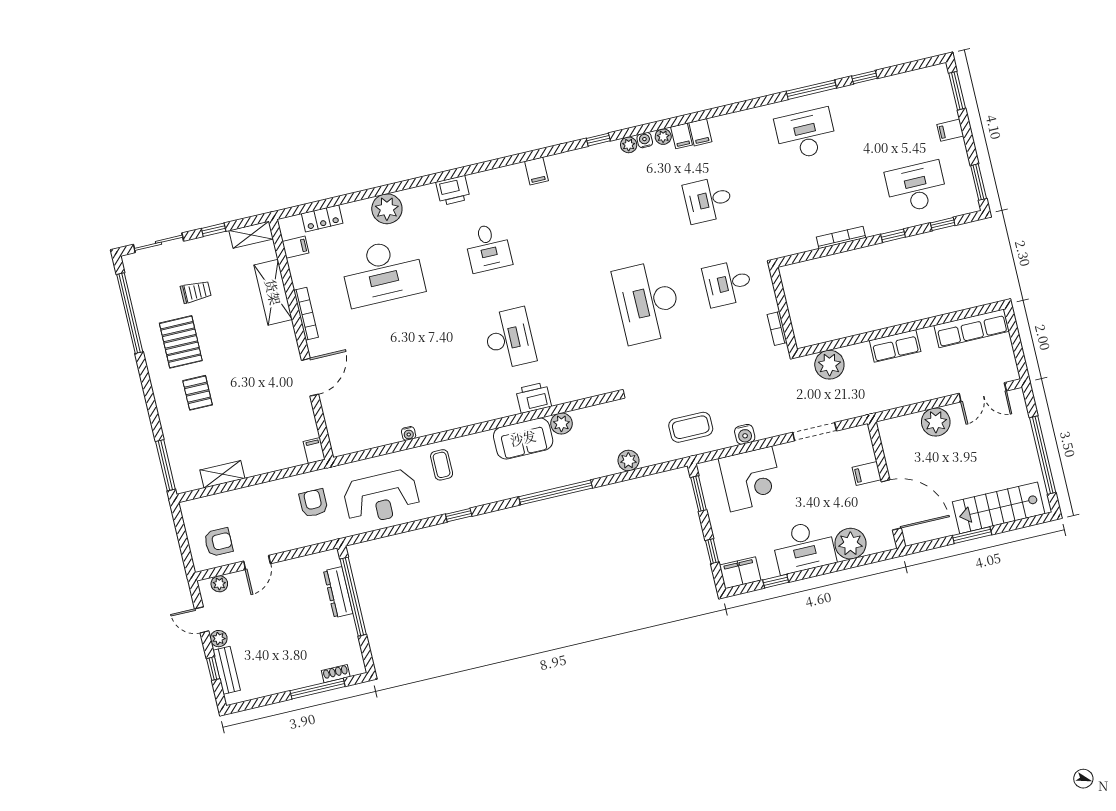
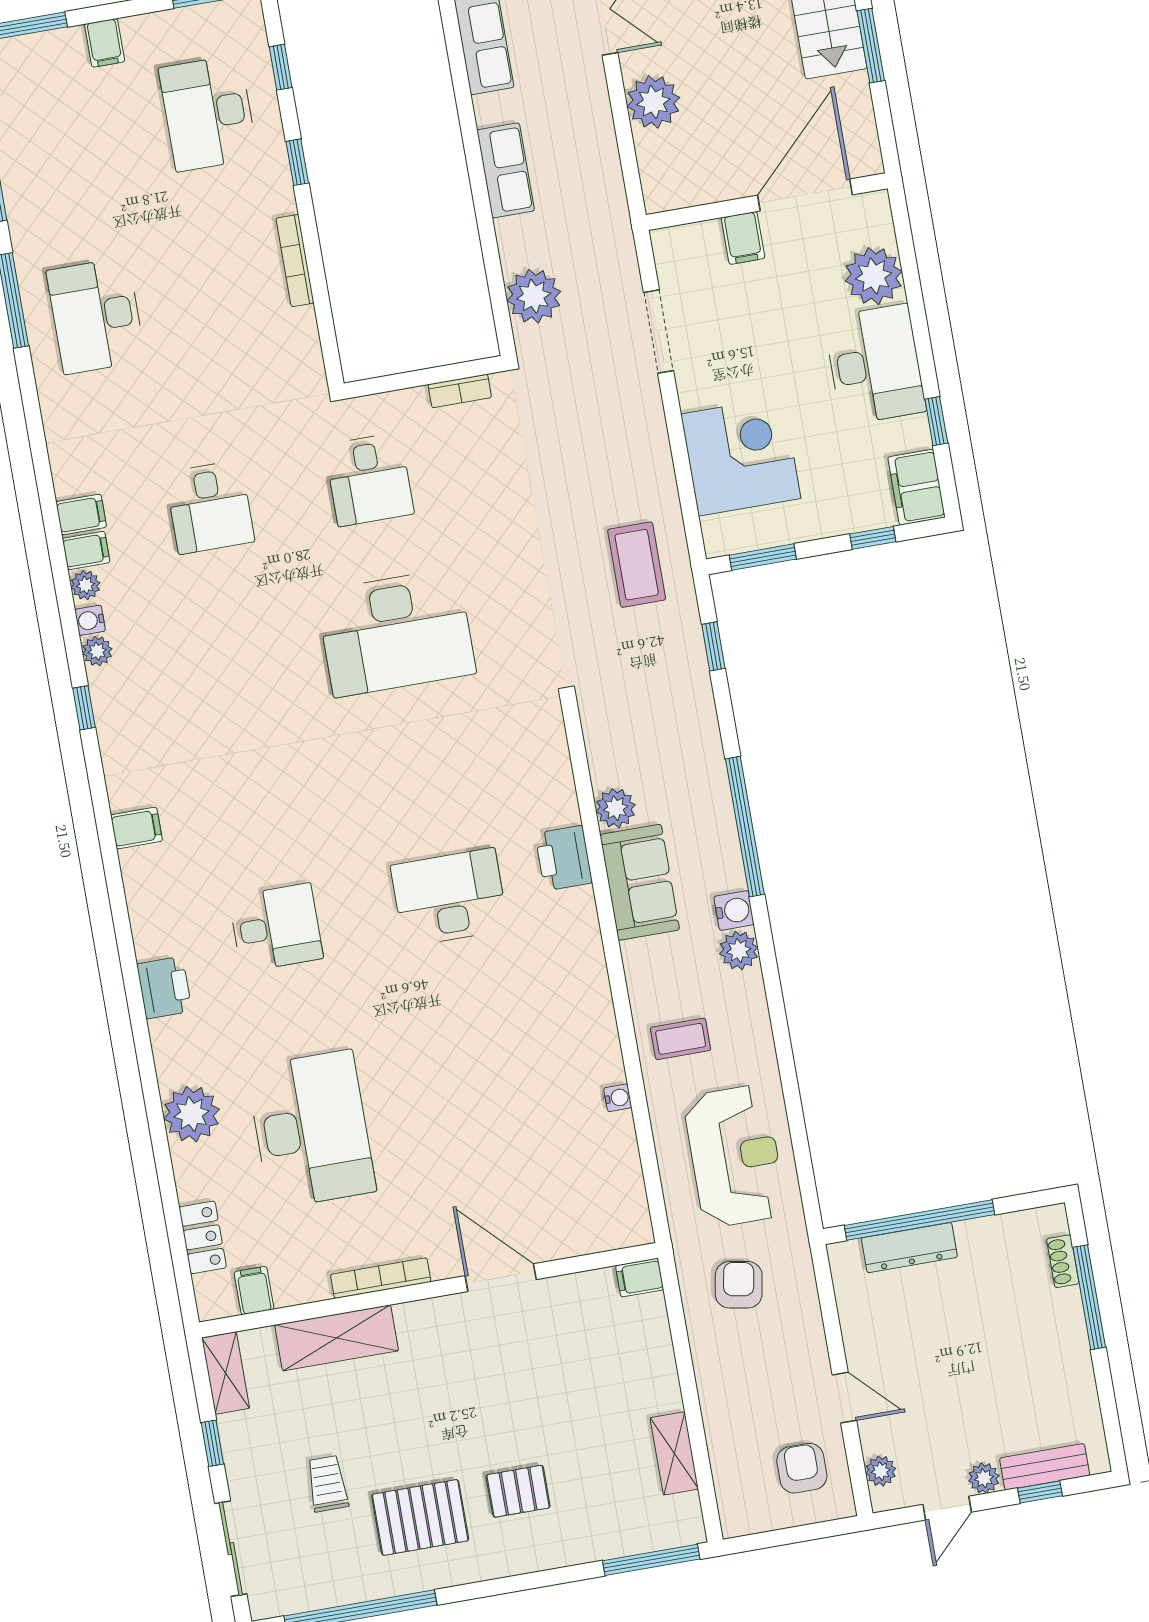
water cooler: (745, 434) -> (734, 911), moved
plant: (628, 461) -> (739, 950), moved
armchair: (313, 503) -> (739, 1285), turned 100
window: (459, 515) -> (713, 646), moved

